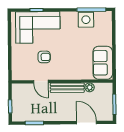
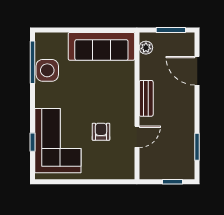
sofa: (103, 63) -> (101, 46), width x1.36
plant: (90, 87) -> (146, 48), moved
bench: (67, 88) -> (146, 98), width x0.73
door: (86, 123) -> (197, 71), hinge flipped

